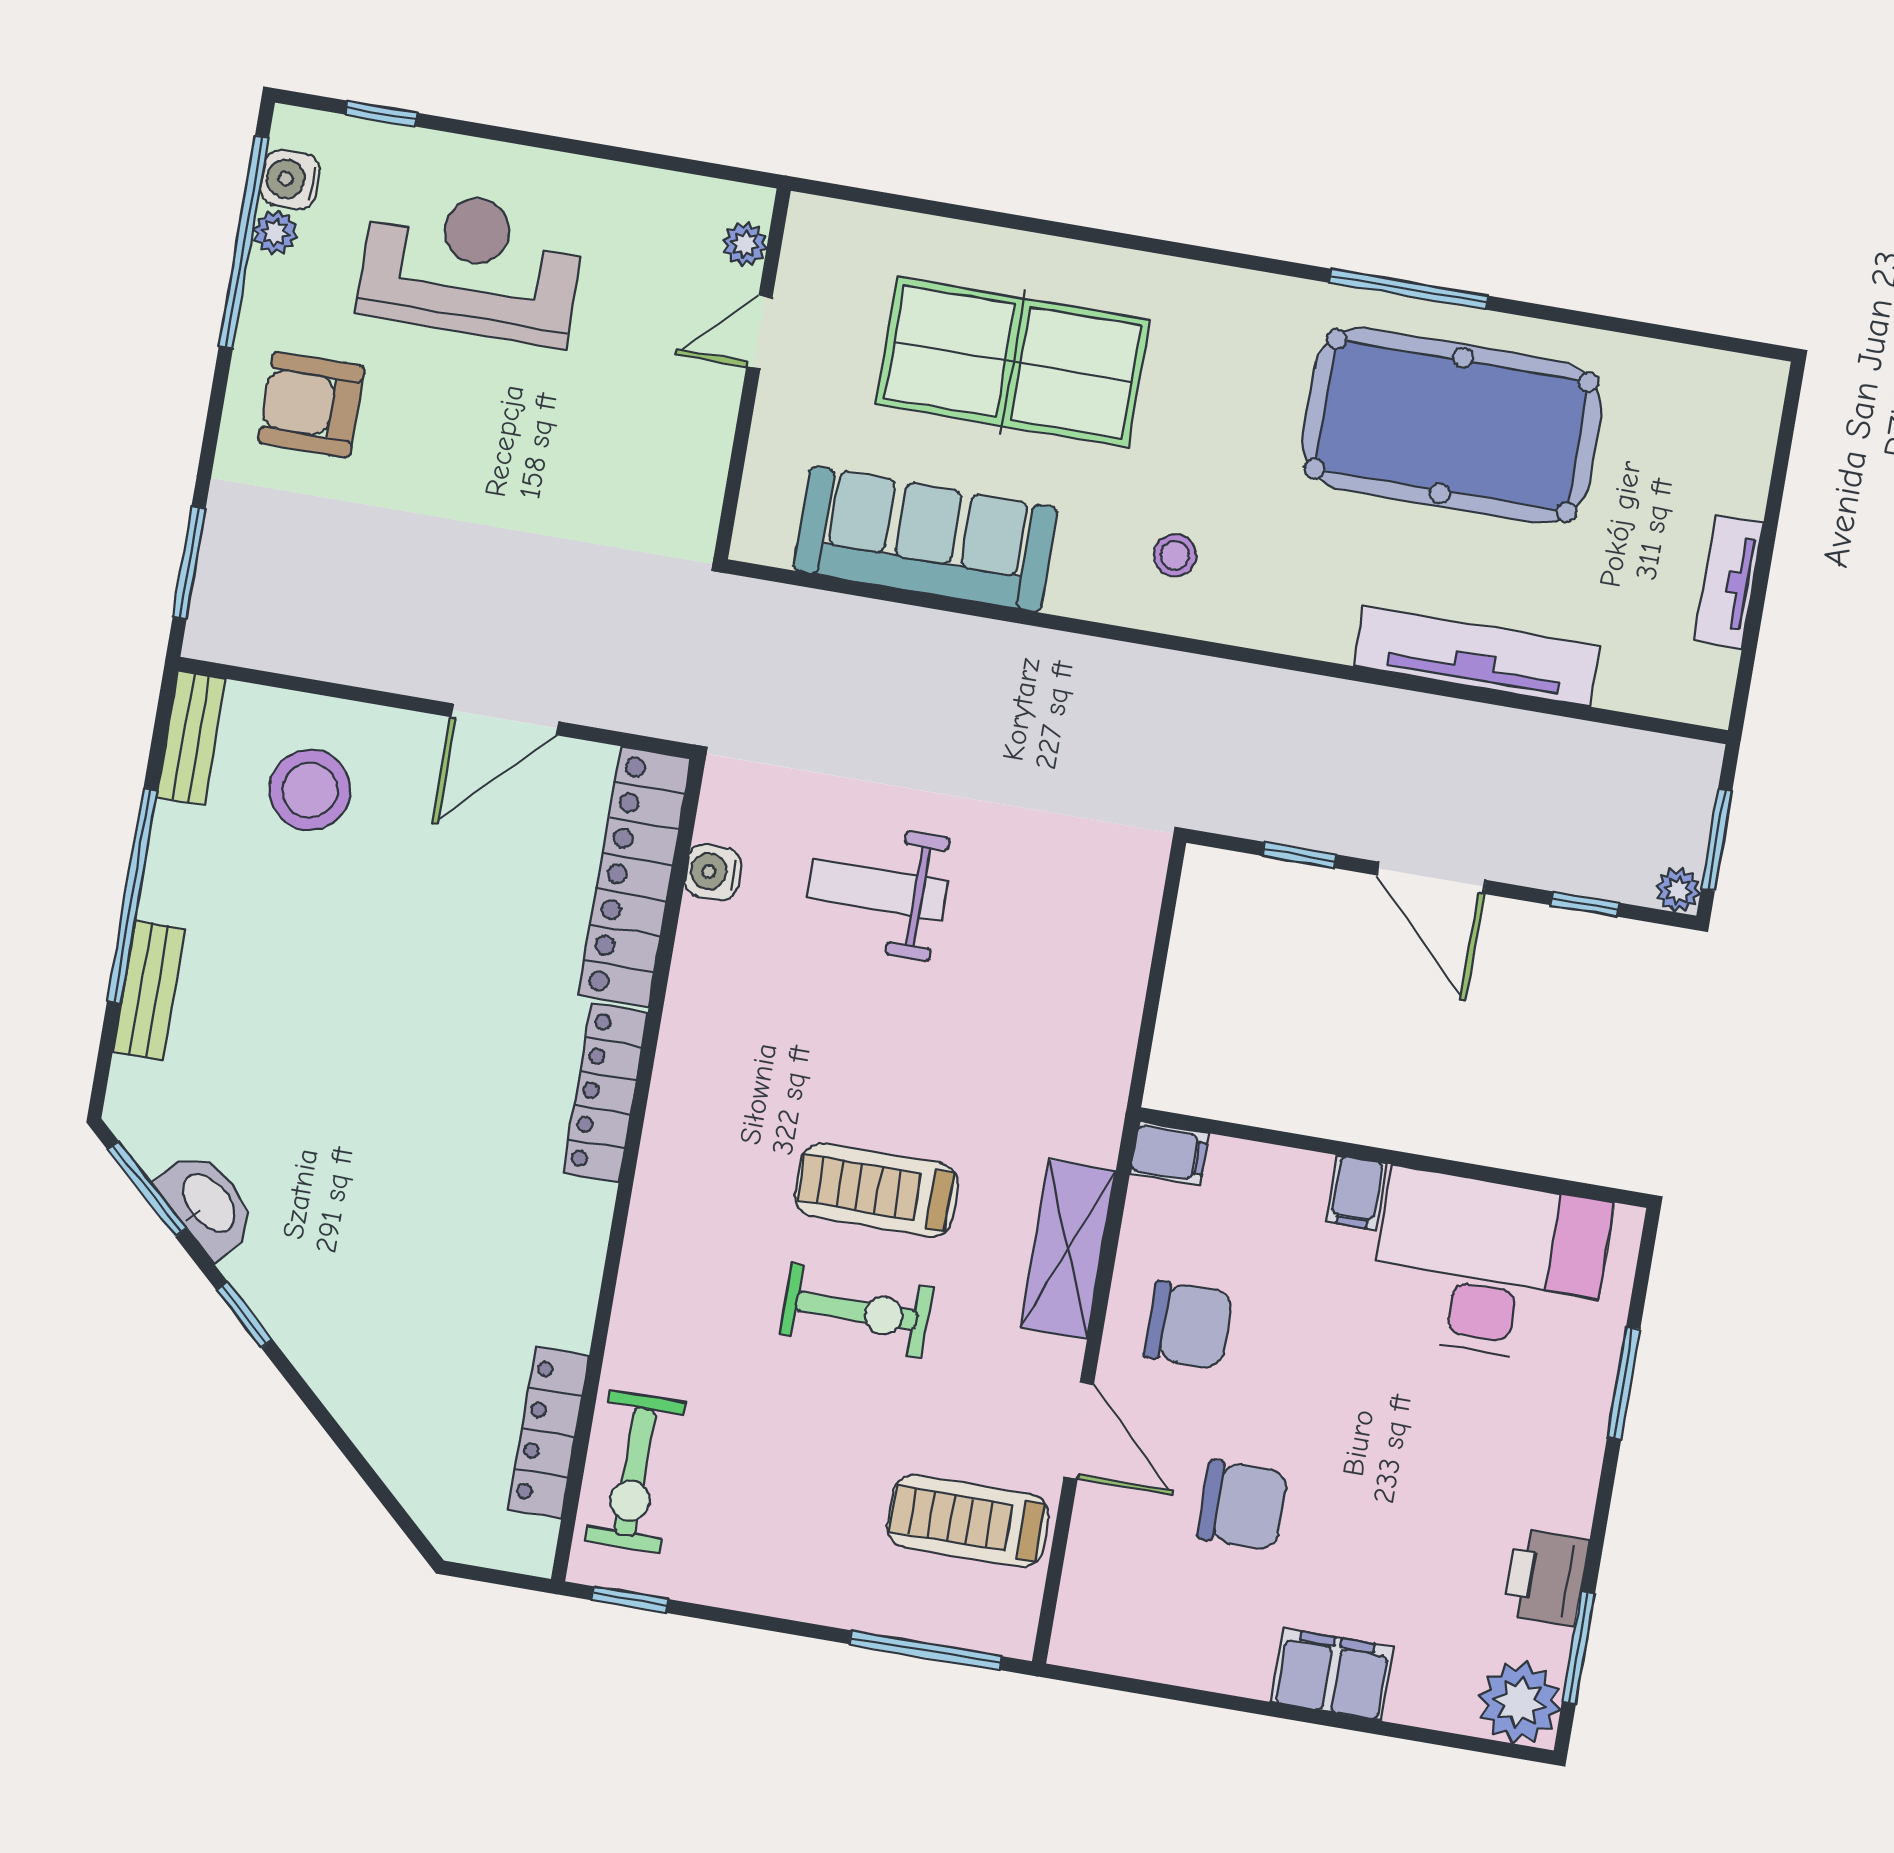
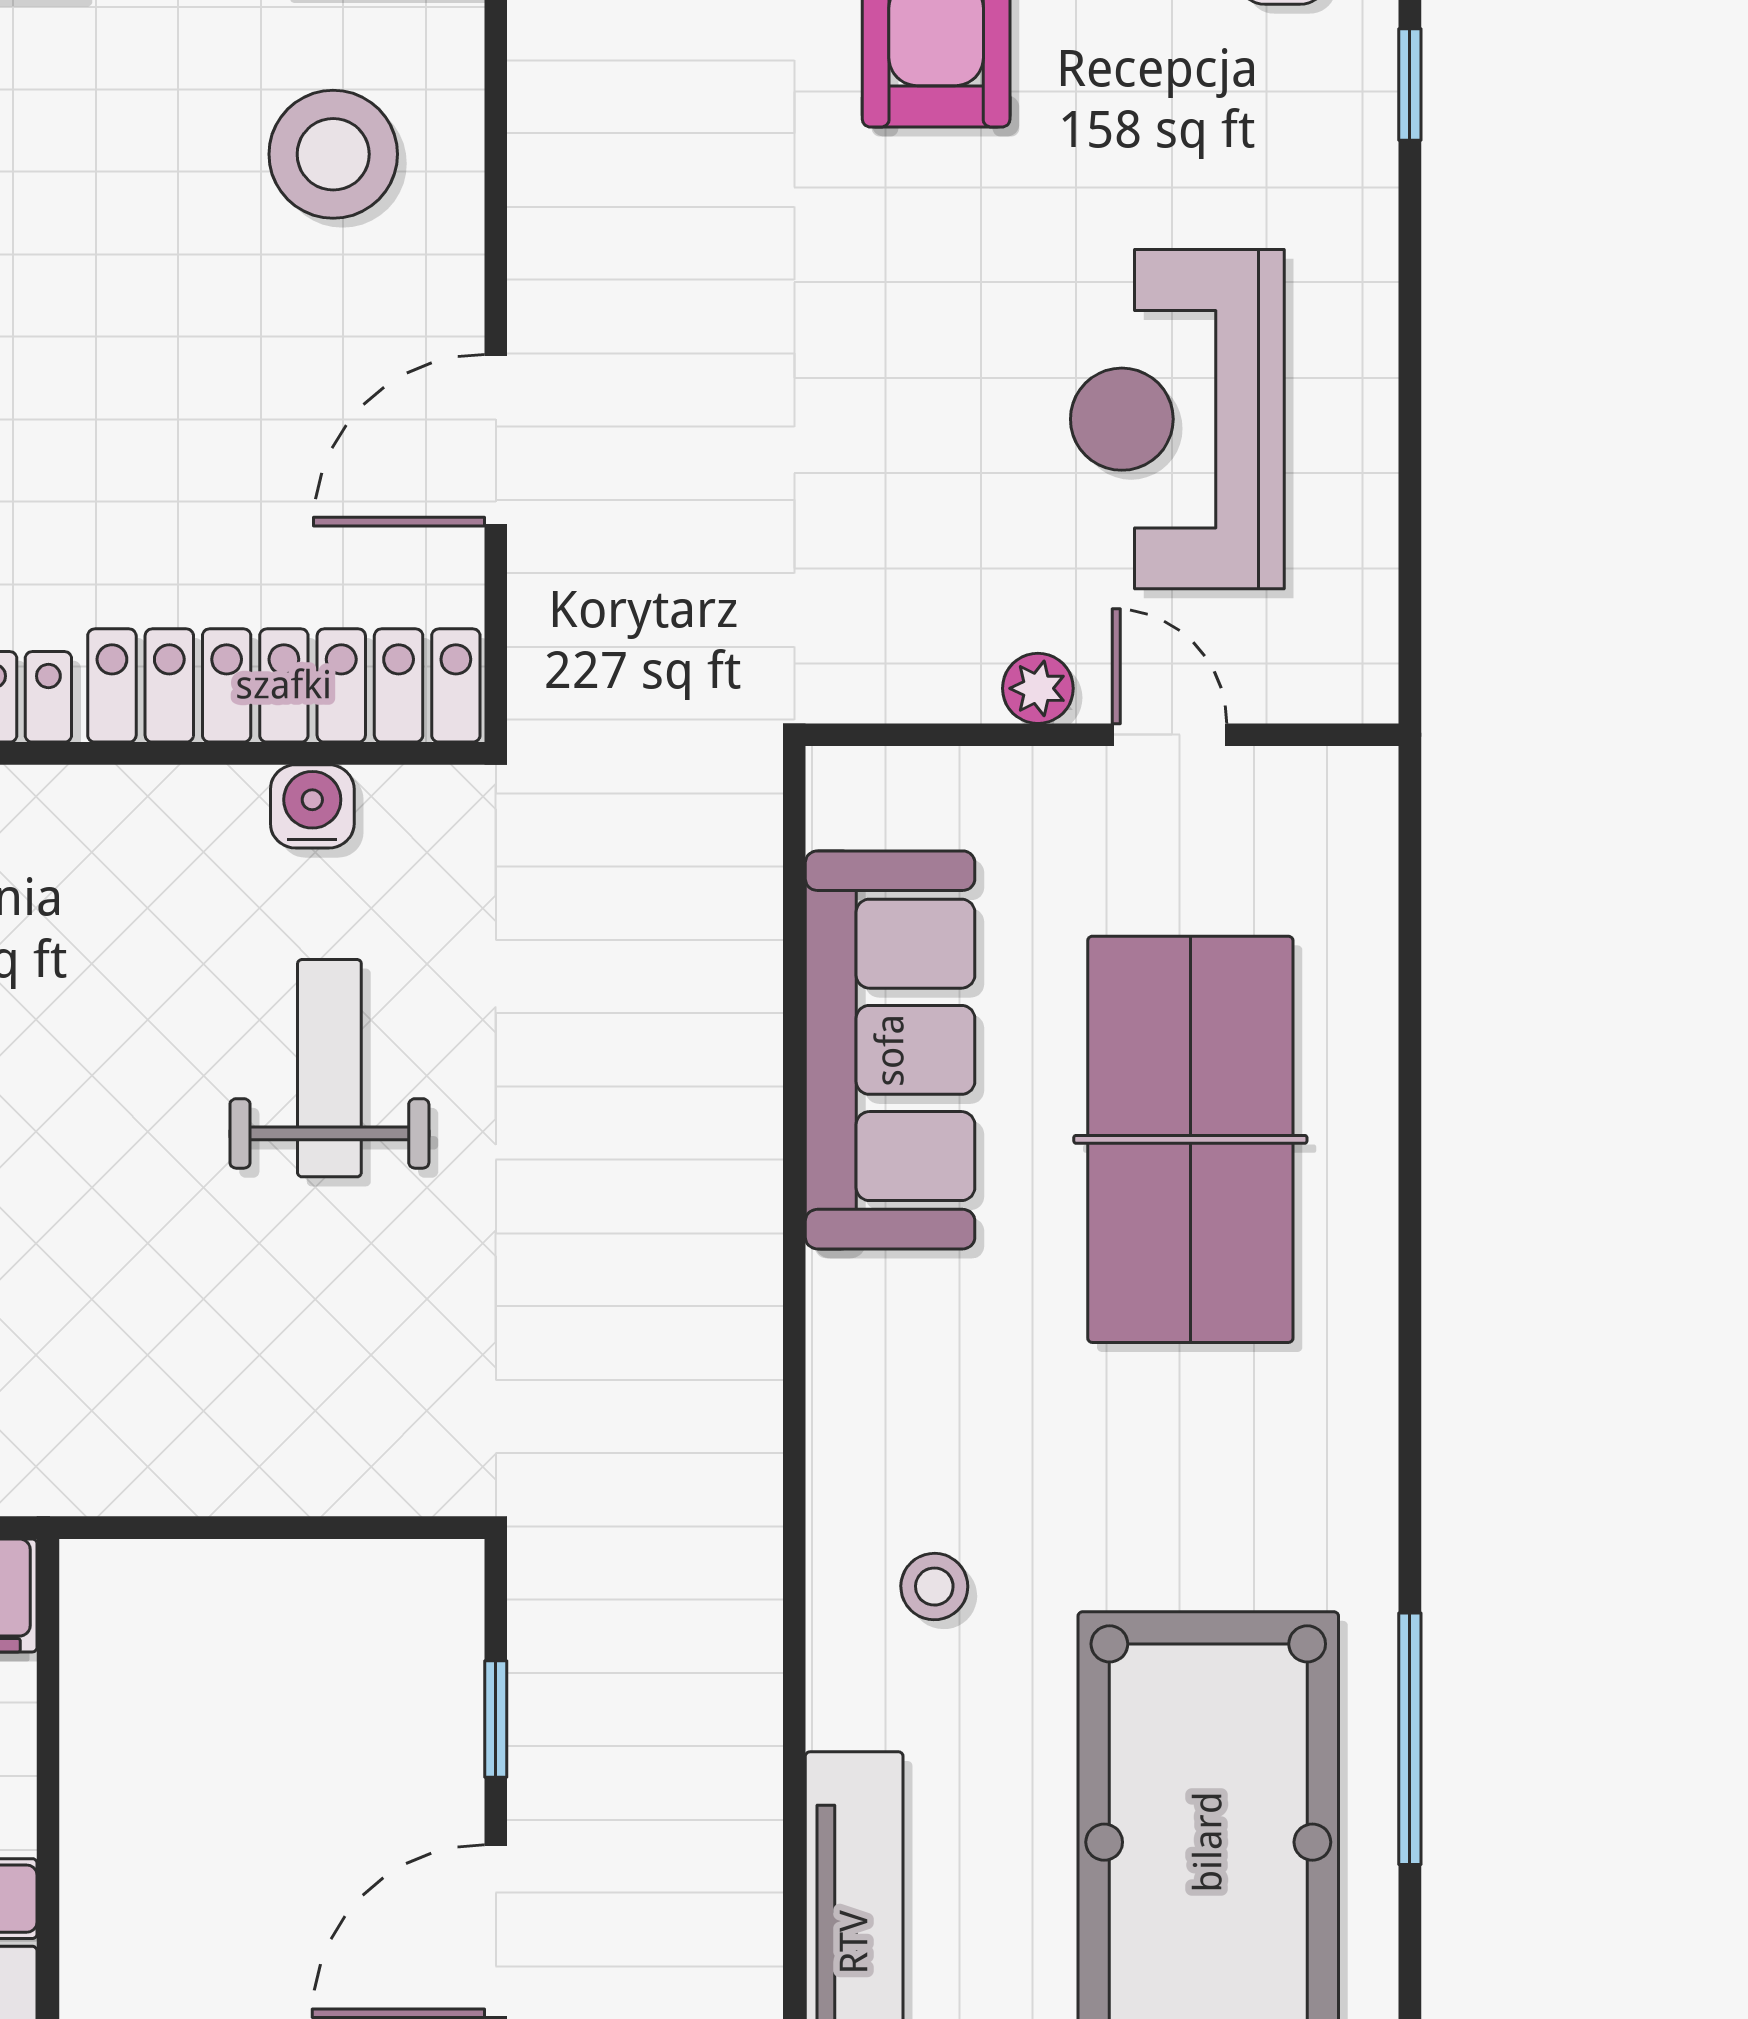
plant: (745, 244) -> (1038, 688), moved
reception desk: (471, 265) -> (1177, 419), moved, turned 180
stool: (1175, 555) -> (934, 1587), moved
door: (505, 719) -> (496, 440), hinge flipped

